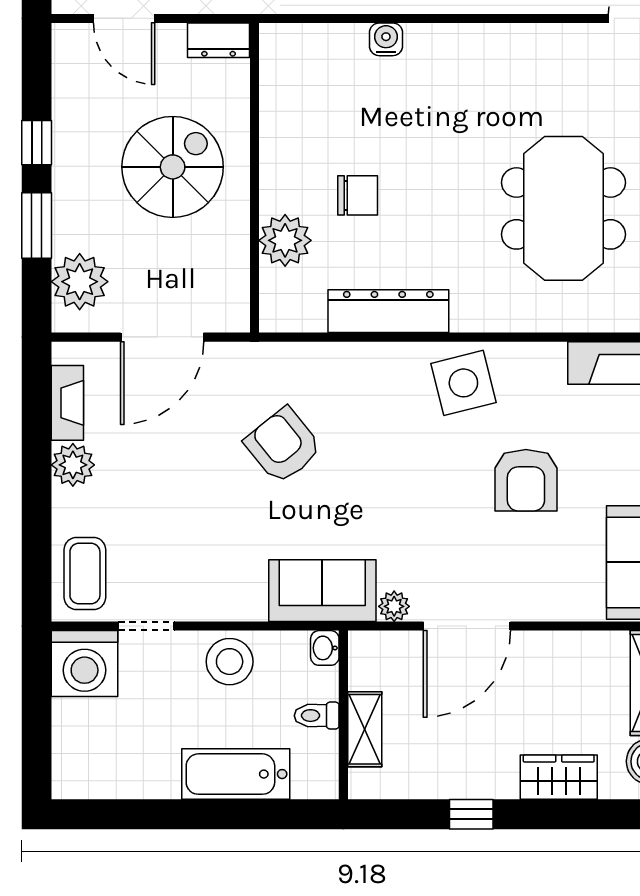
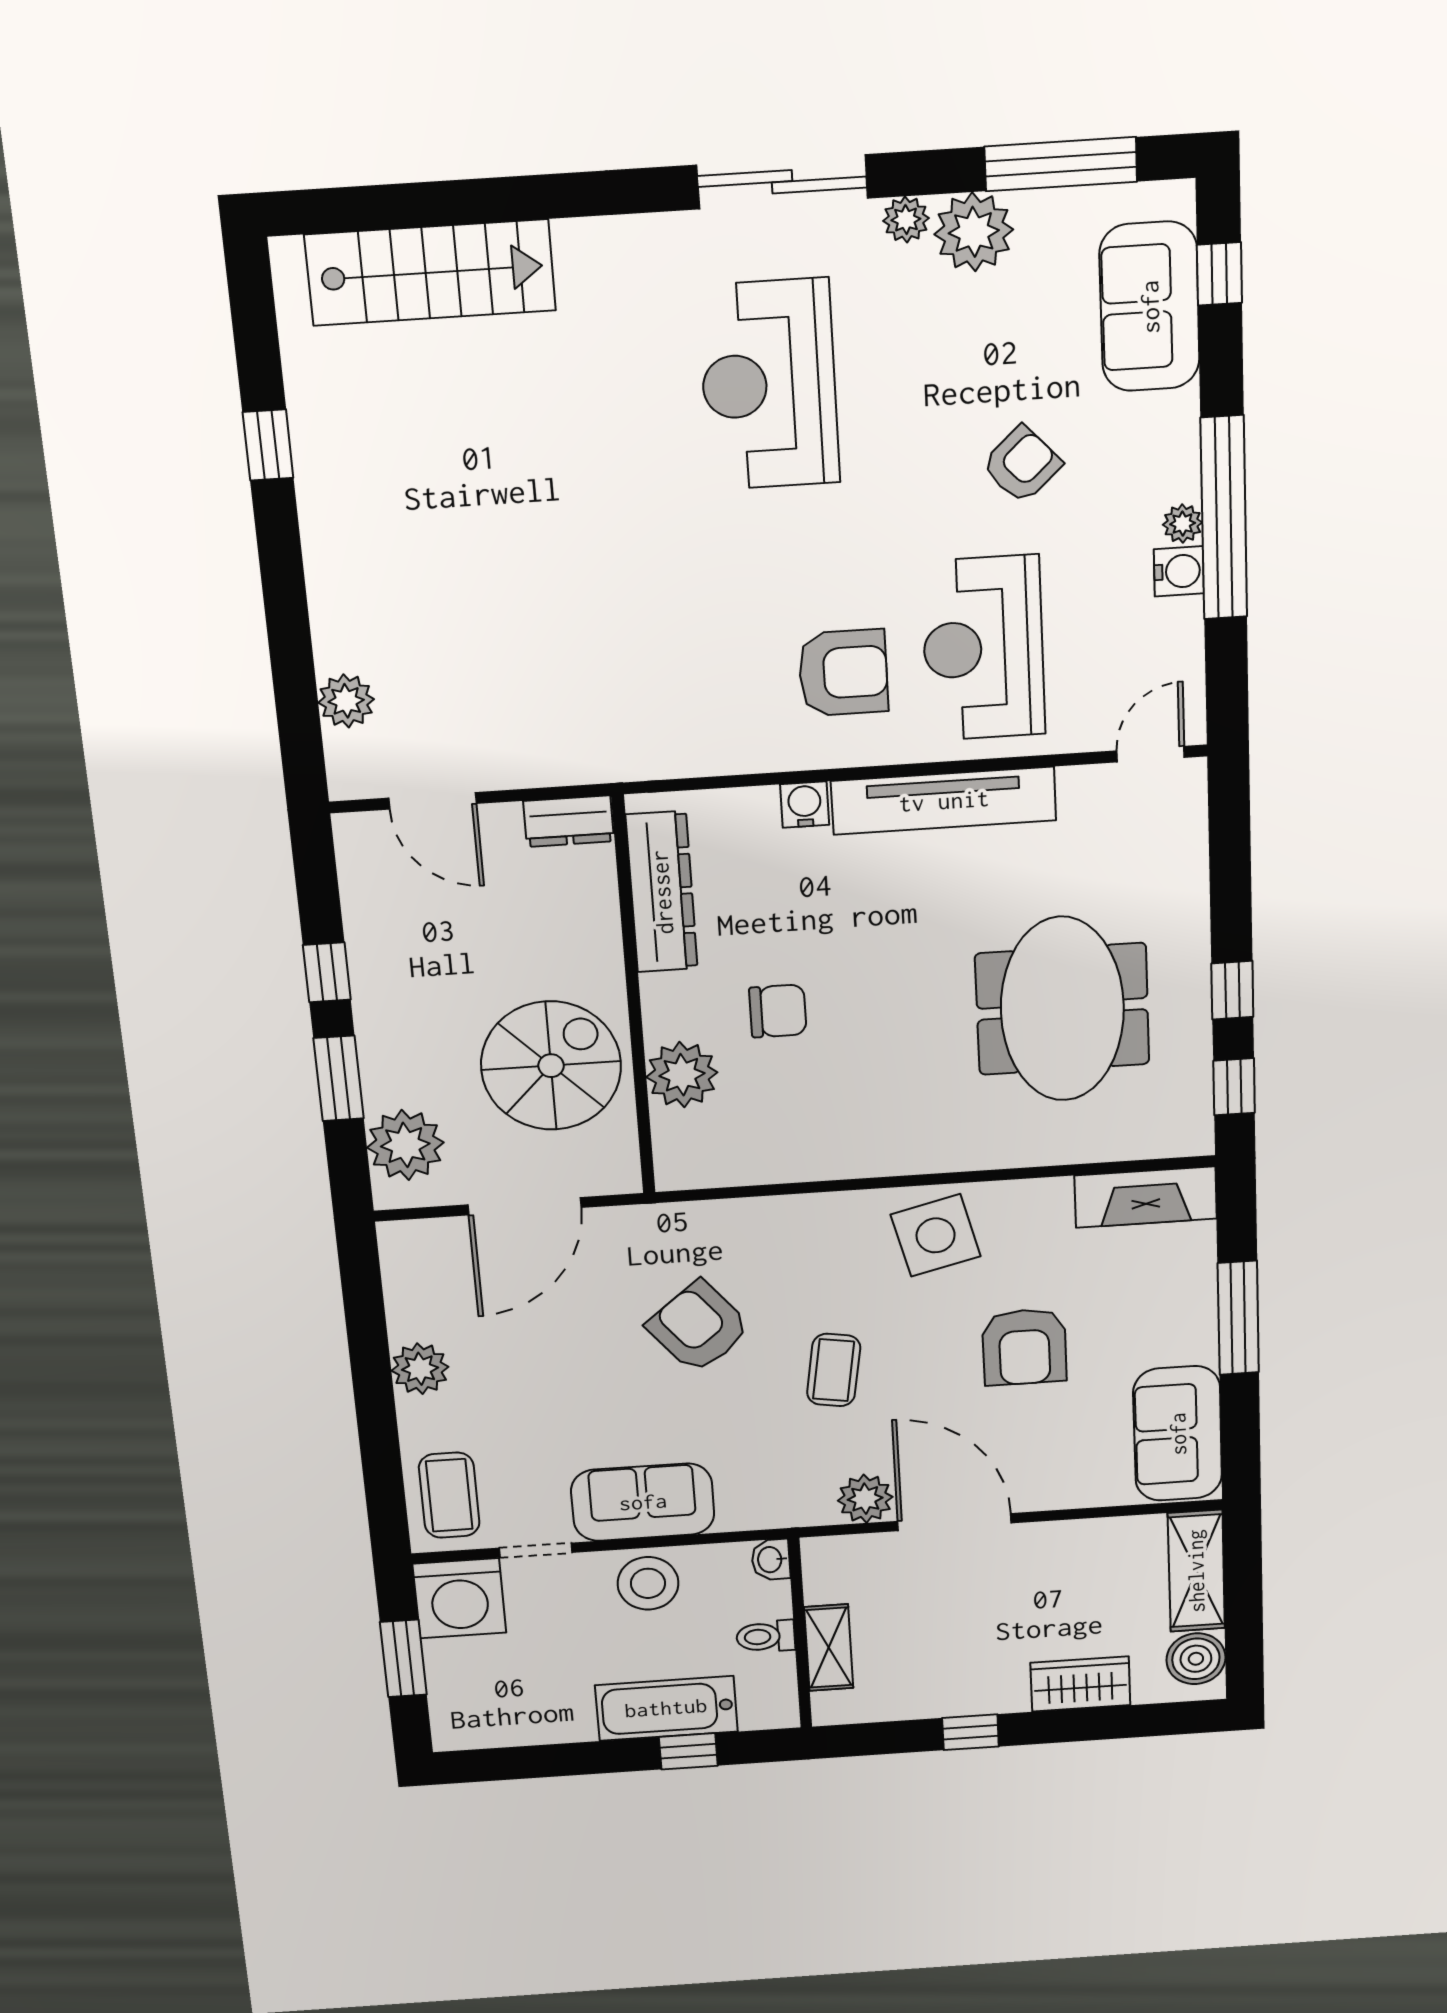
tv unit: (485, 43) -> (944, 801), added
spiral stairs: (173, 167) -> (551, 1066), moved
dresser: (388, 311) -> (662, 892), moved, turned 90
fireplace: (67, 403) -> (405, 1295), removed
coffee table: (382, 489) -> (834, 1370), added
sofa: (322, 591) -> (643, 1502), moved
plant: (394, 606) -> (865, 1499), width x1.38, depth x1.38
door: (467, 626) -> (954, 1522), swing flipped
window: (37, 713) -> (403, 1658), added
window: (250, 814) -> (688, 1751), added

